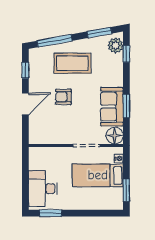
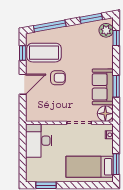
coffee table: (72, 63) -> (44, 53), moved
armchair: (63, 97) -> (58, 78), turned 180
bed: (98, 175) -> (90, 167), moved
desk: (43, 189) -> (39, 141), moved

